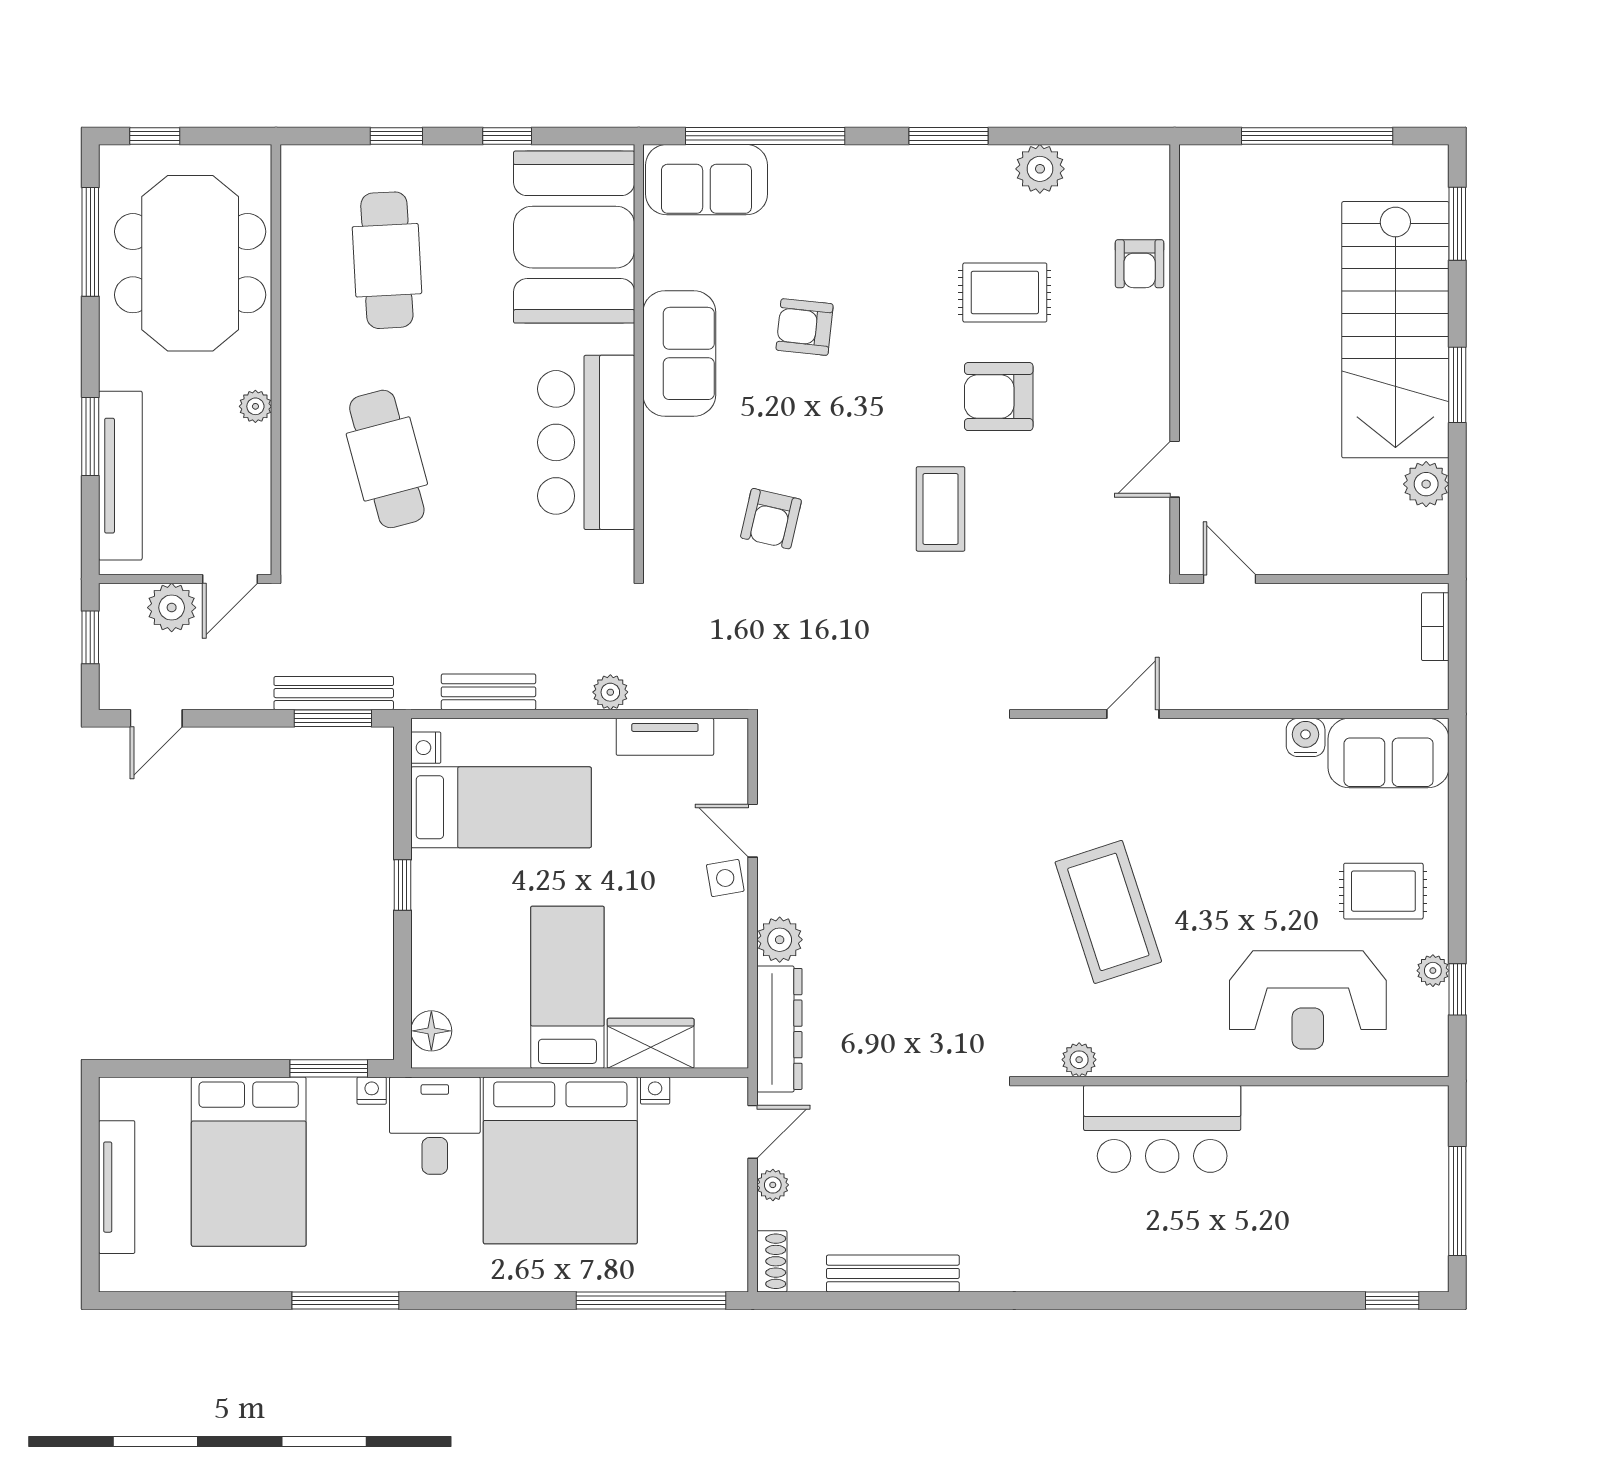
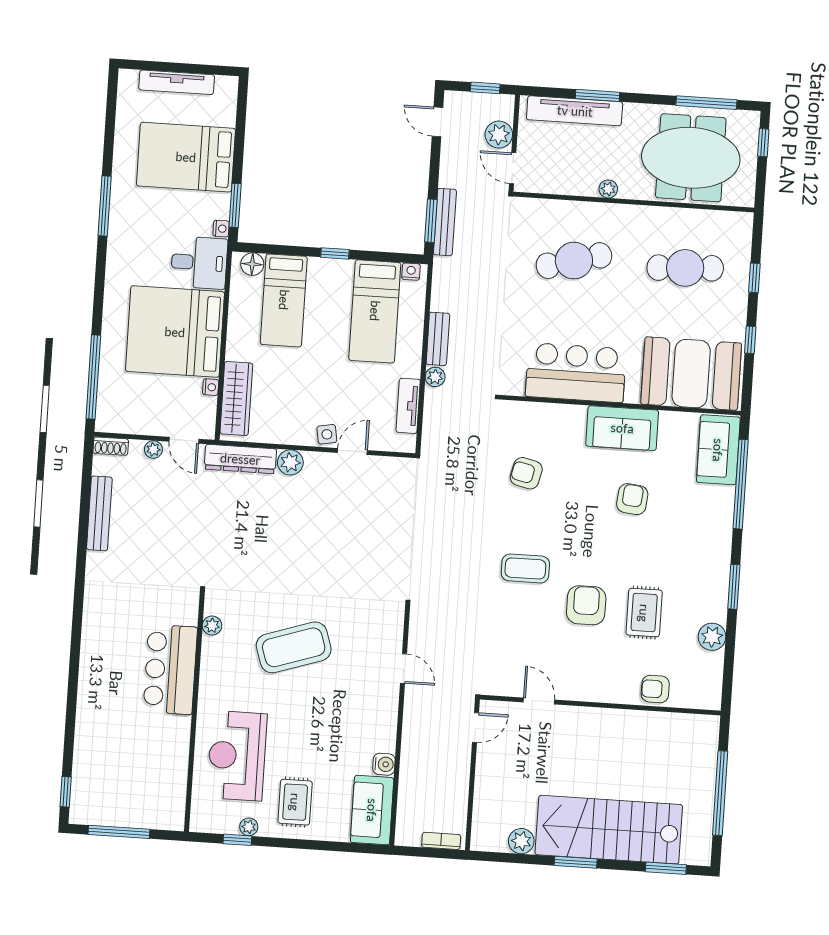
bench: (488, 692) -> (438, 339), moved
bed: (567, 987) -> (284, 300), moved, turned 90
wardrobe: (651, 1043) -> (236, 399), width x1.50

